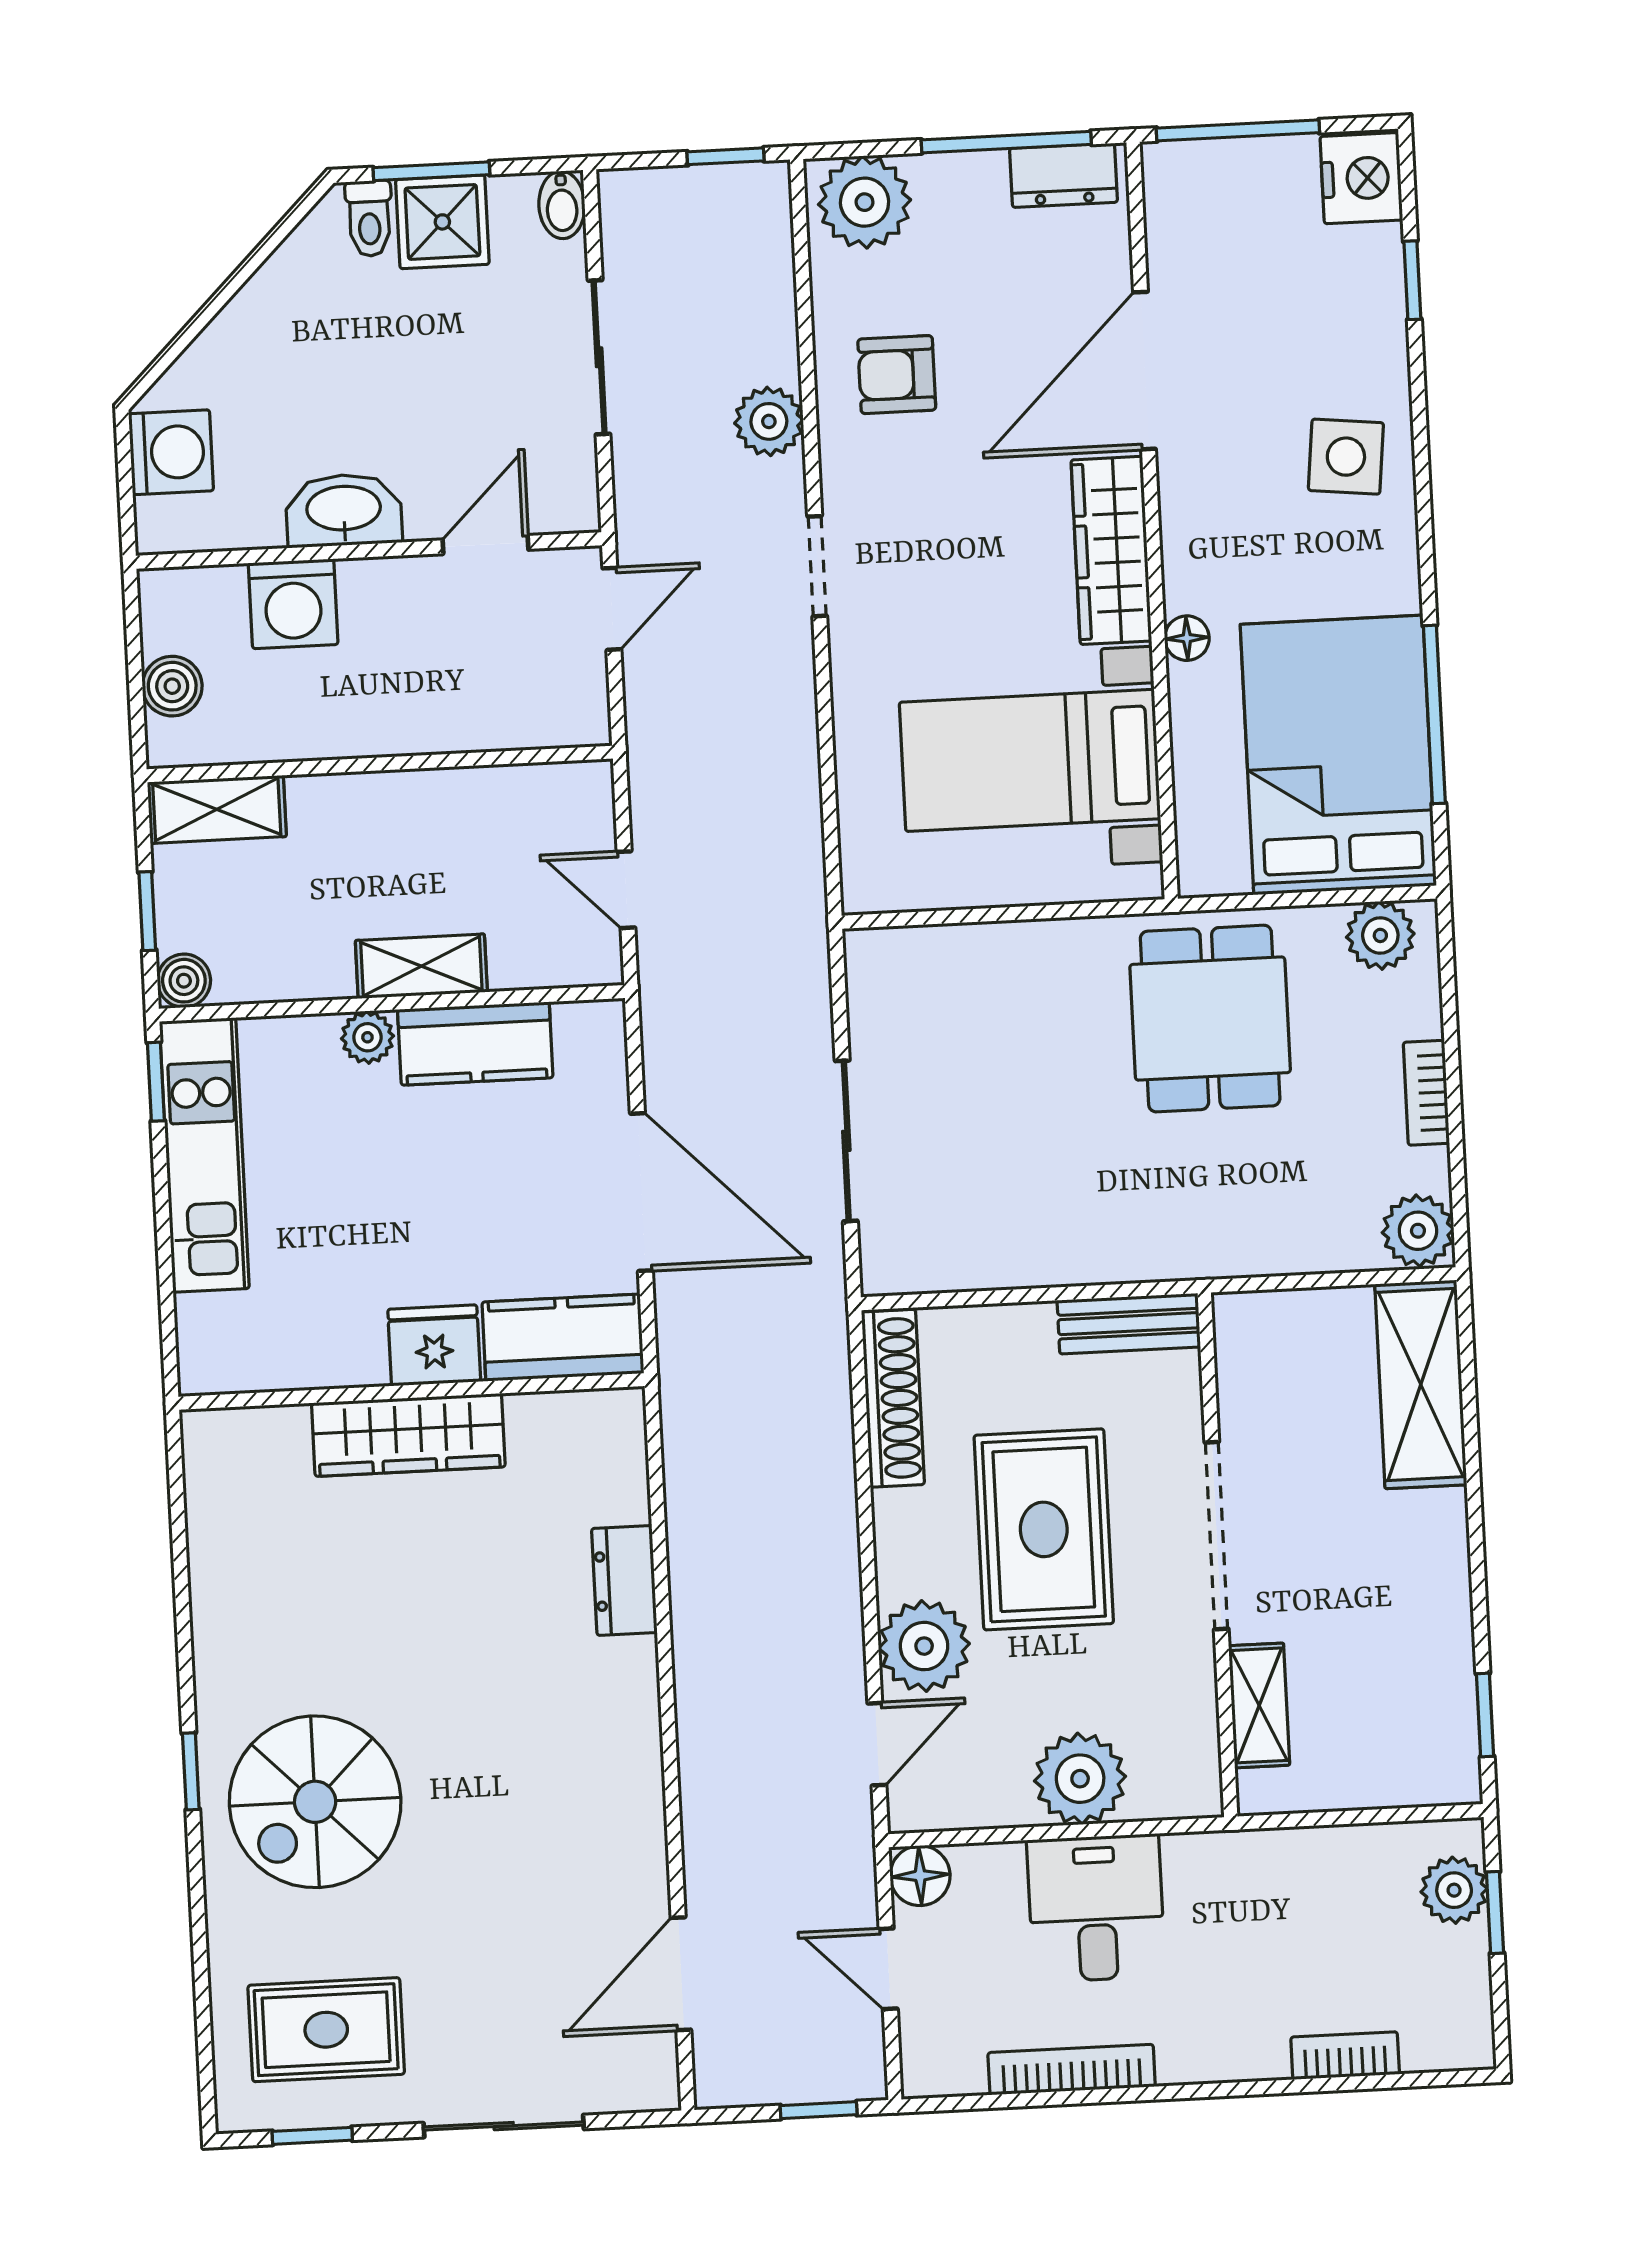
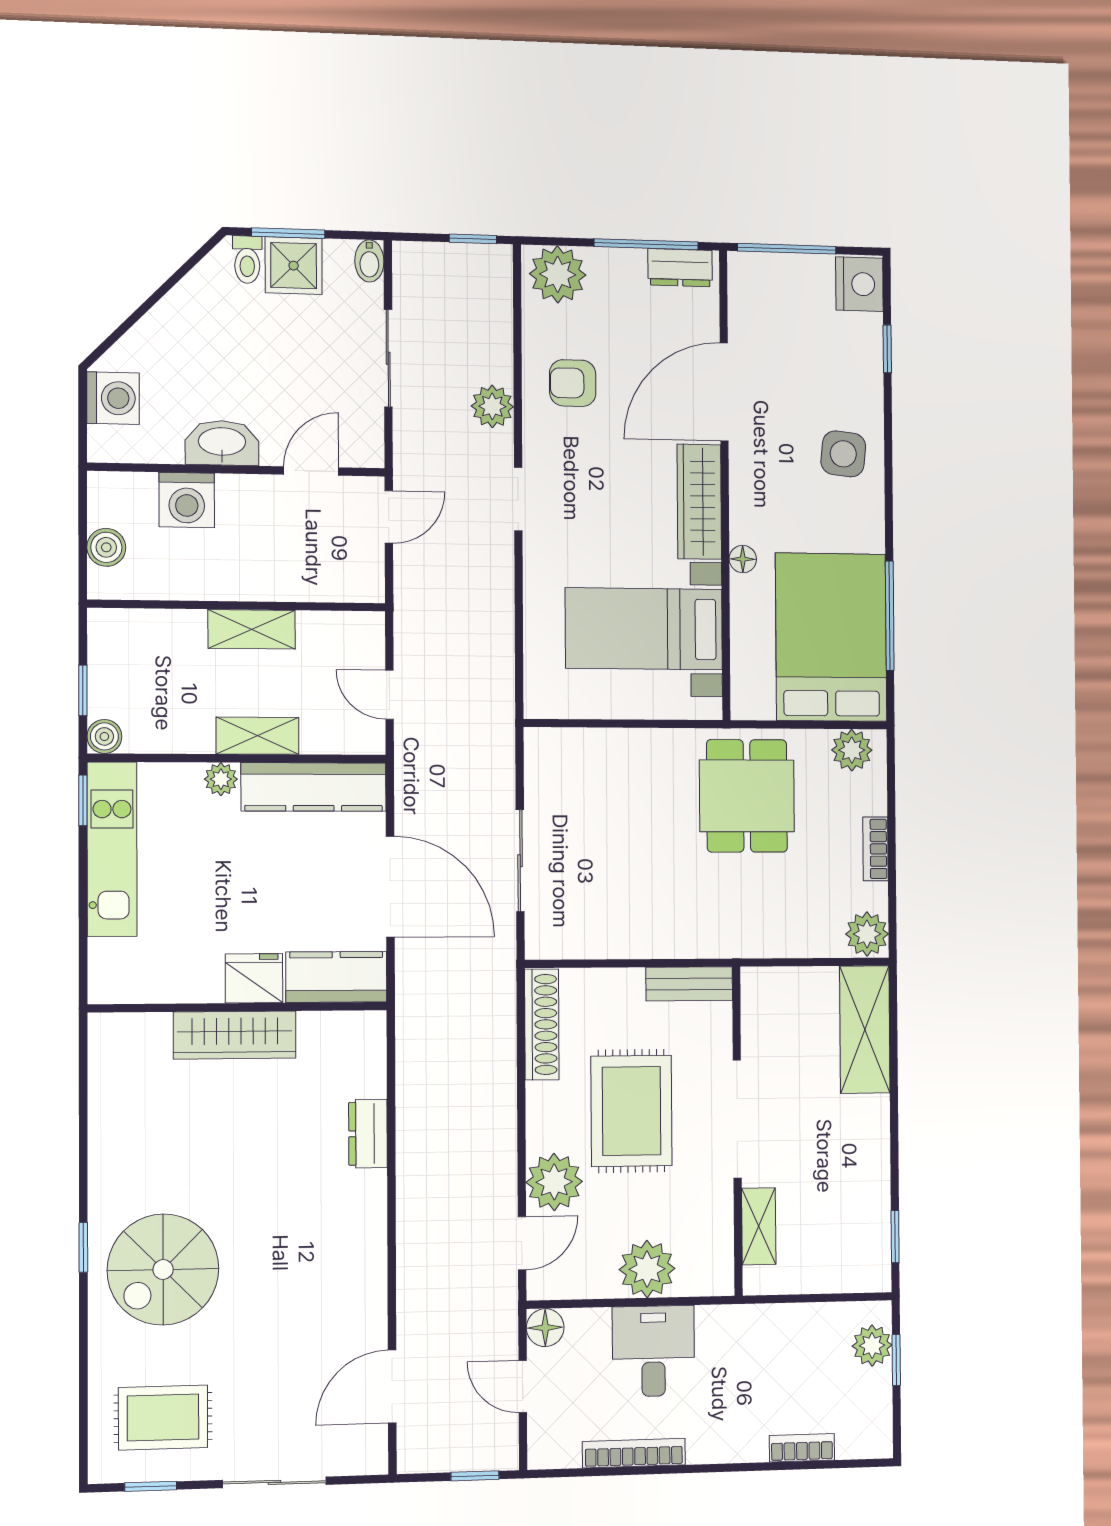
shelving: (217, 809) -> (252, 629), moved
kitchen counter: (475, 1044) -> (314, 787), width x1.50

